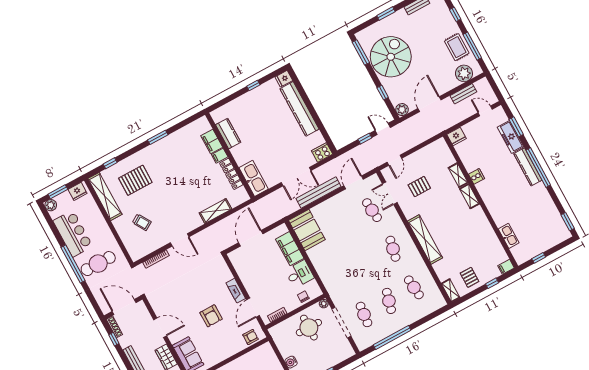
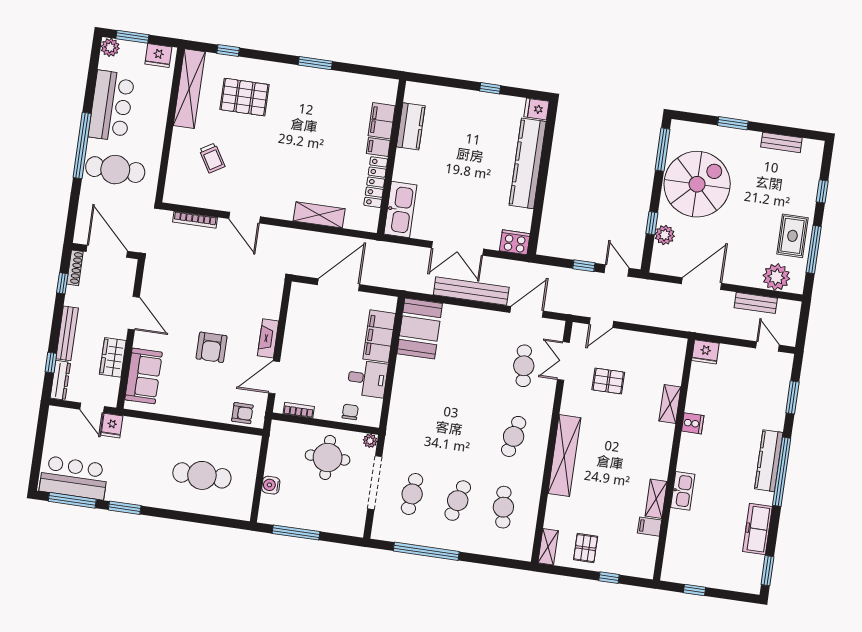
plant: (402, 110) -> (665, 235), moved
freezer: (511, 137) -> (757, 529), moved
shelving: (469, 196) -> (656, 499), moved
kitchen sink: (509, 236) -> (683, 491), moved
filing cabinet: (506, 267) -> (650, 527), moved

